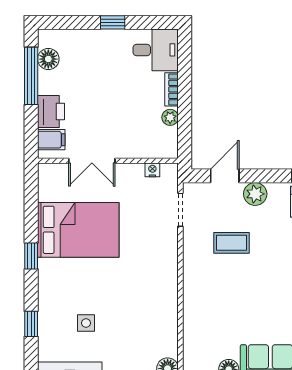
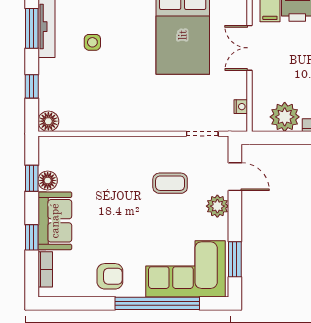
plant: (170, 117) -> (285, 117), width x1.87, depth x1.87
coffee table: (231, 243) -> (170, 183), turned 90

